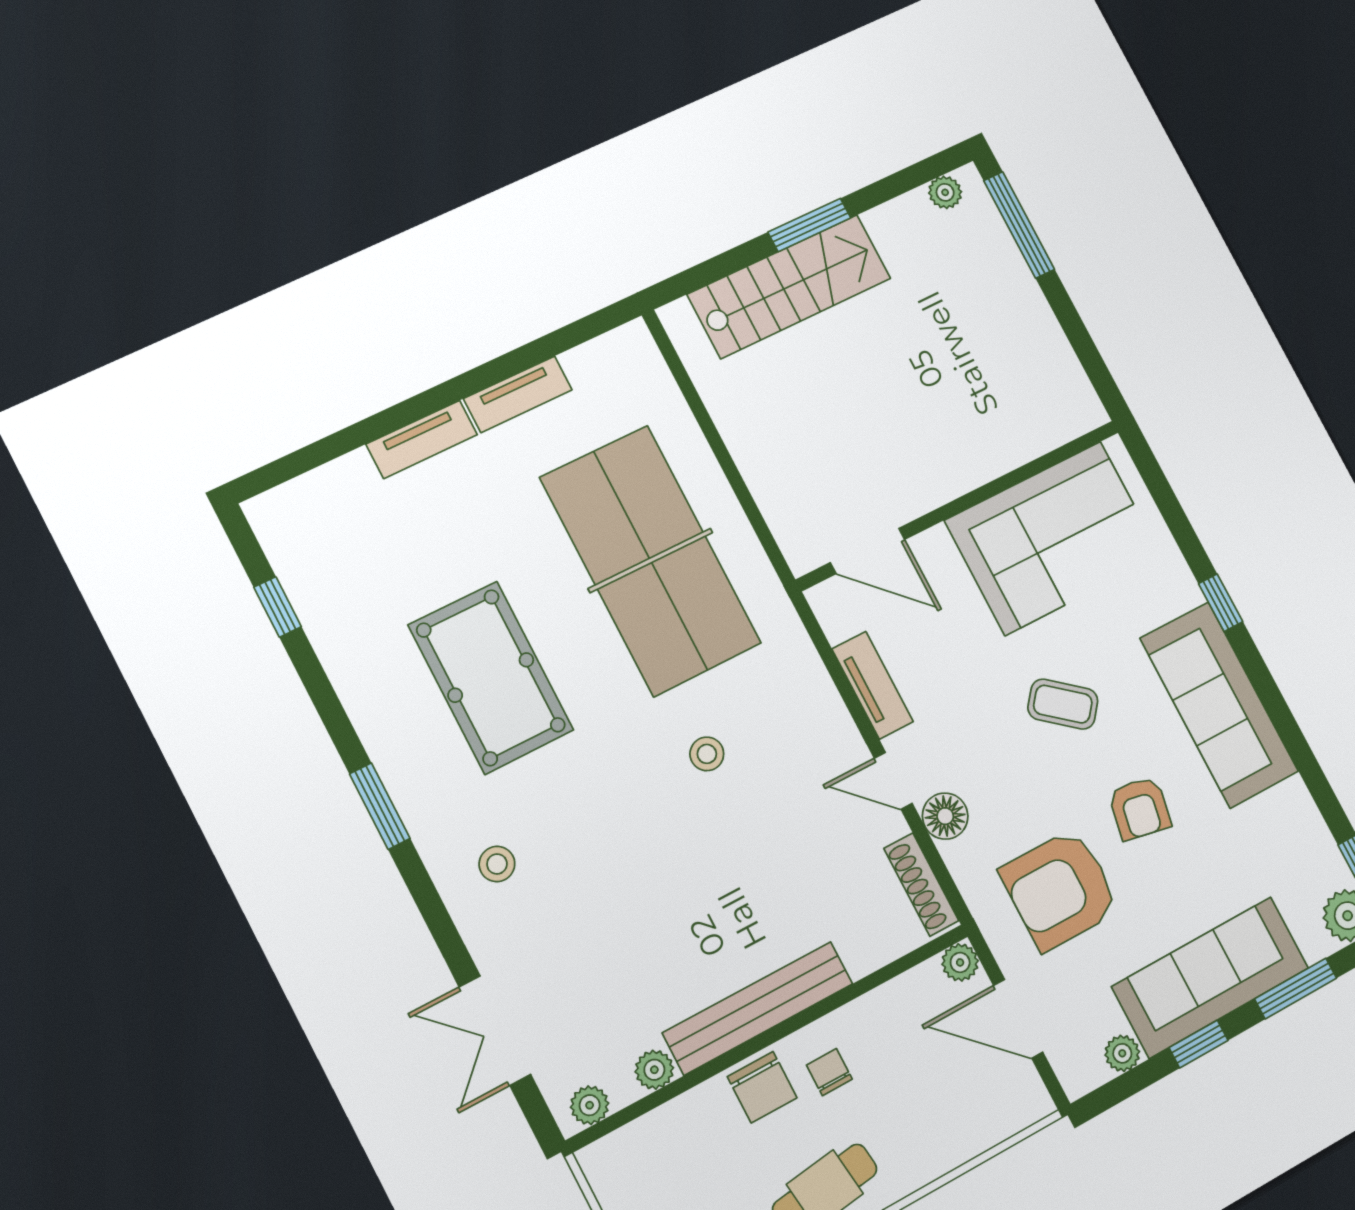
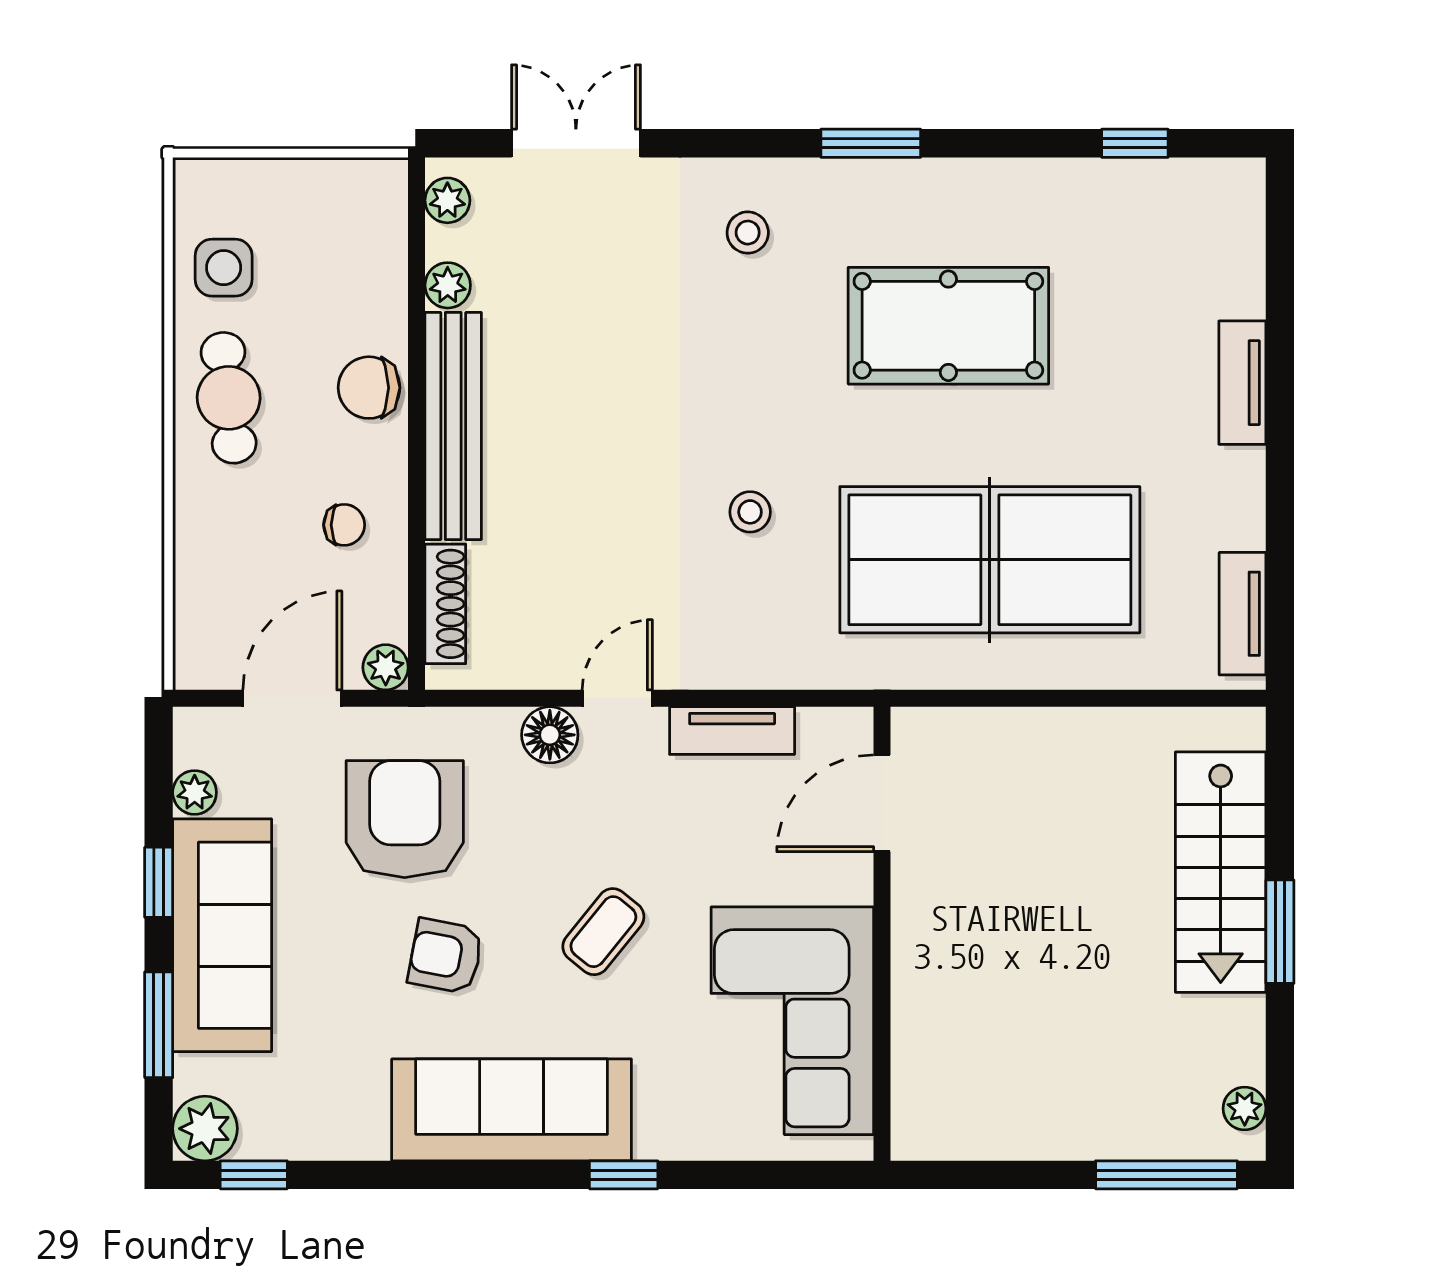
tv unit: (518, 394) -> (1243, 614), moved
shoe rack: (921, 885) -> (445, 604), moved, turned 90
chair: (829, 1072) -> (344, 525), moved

